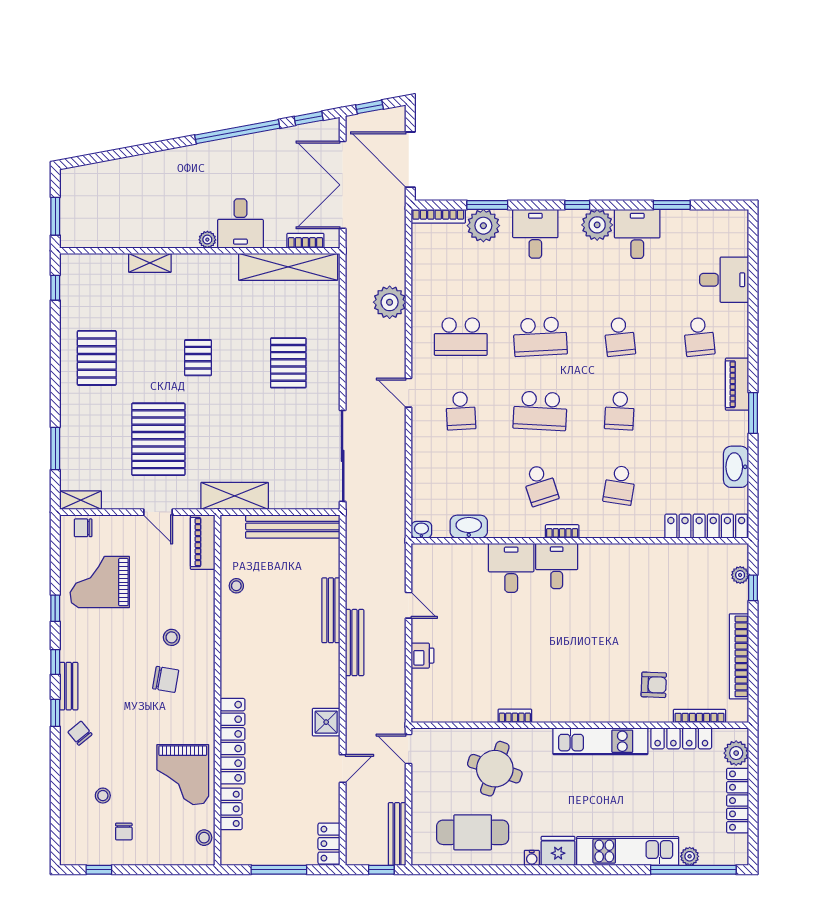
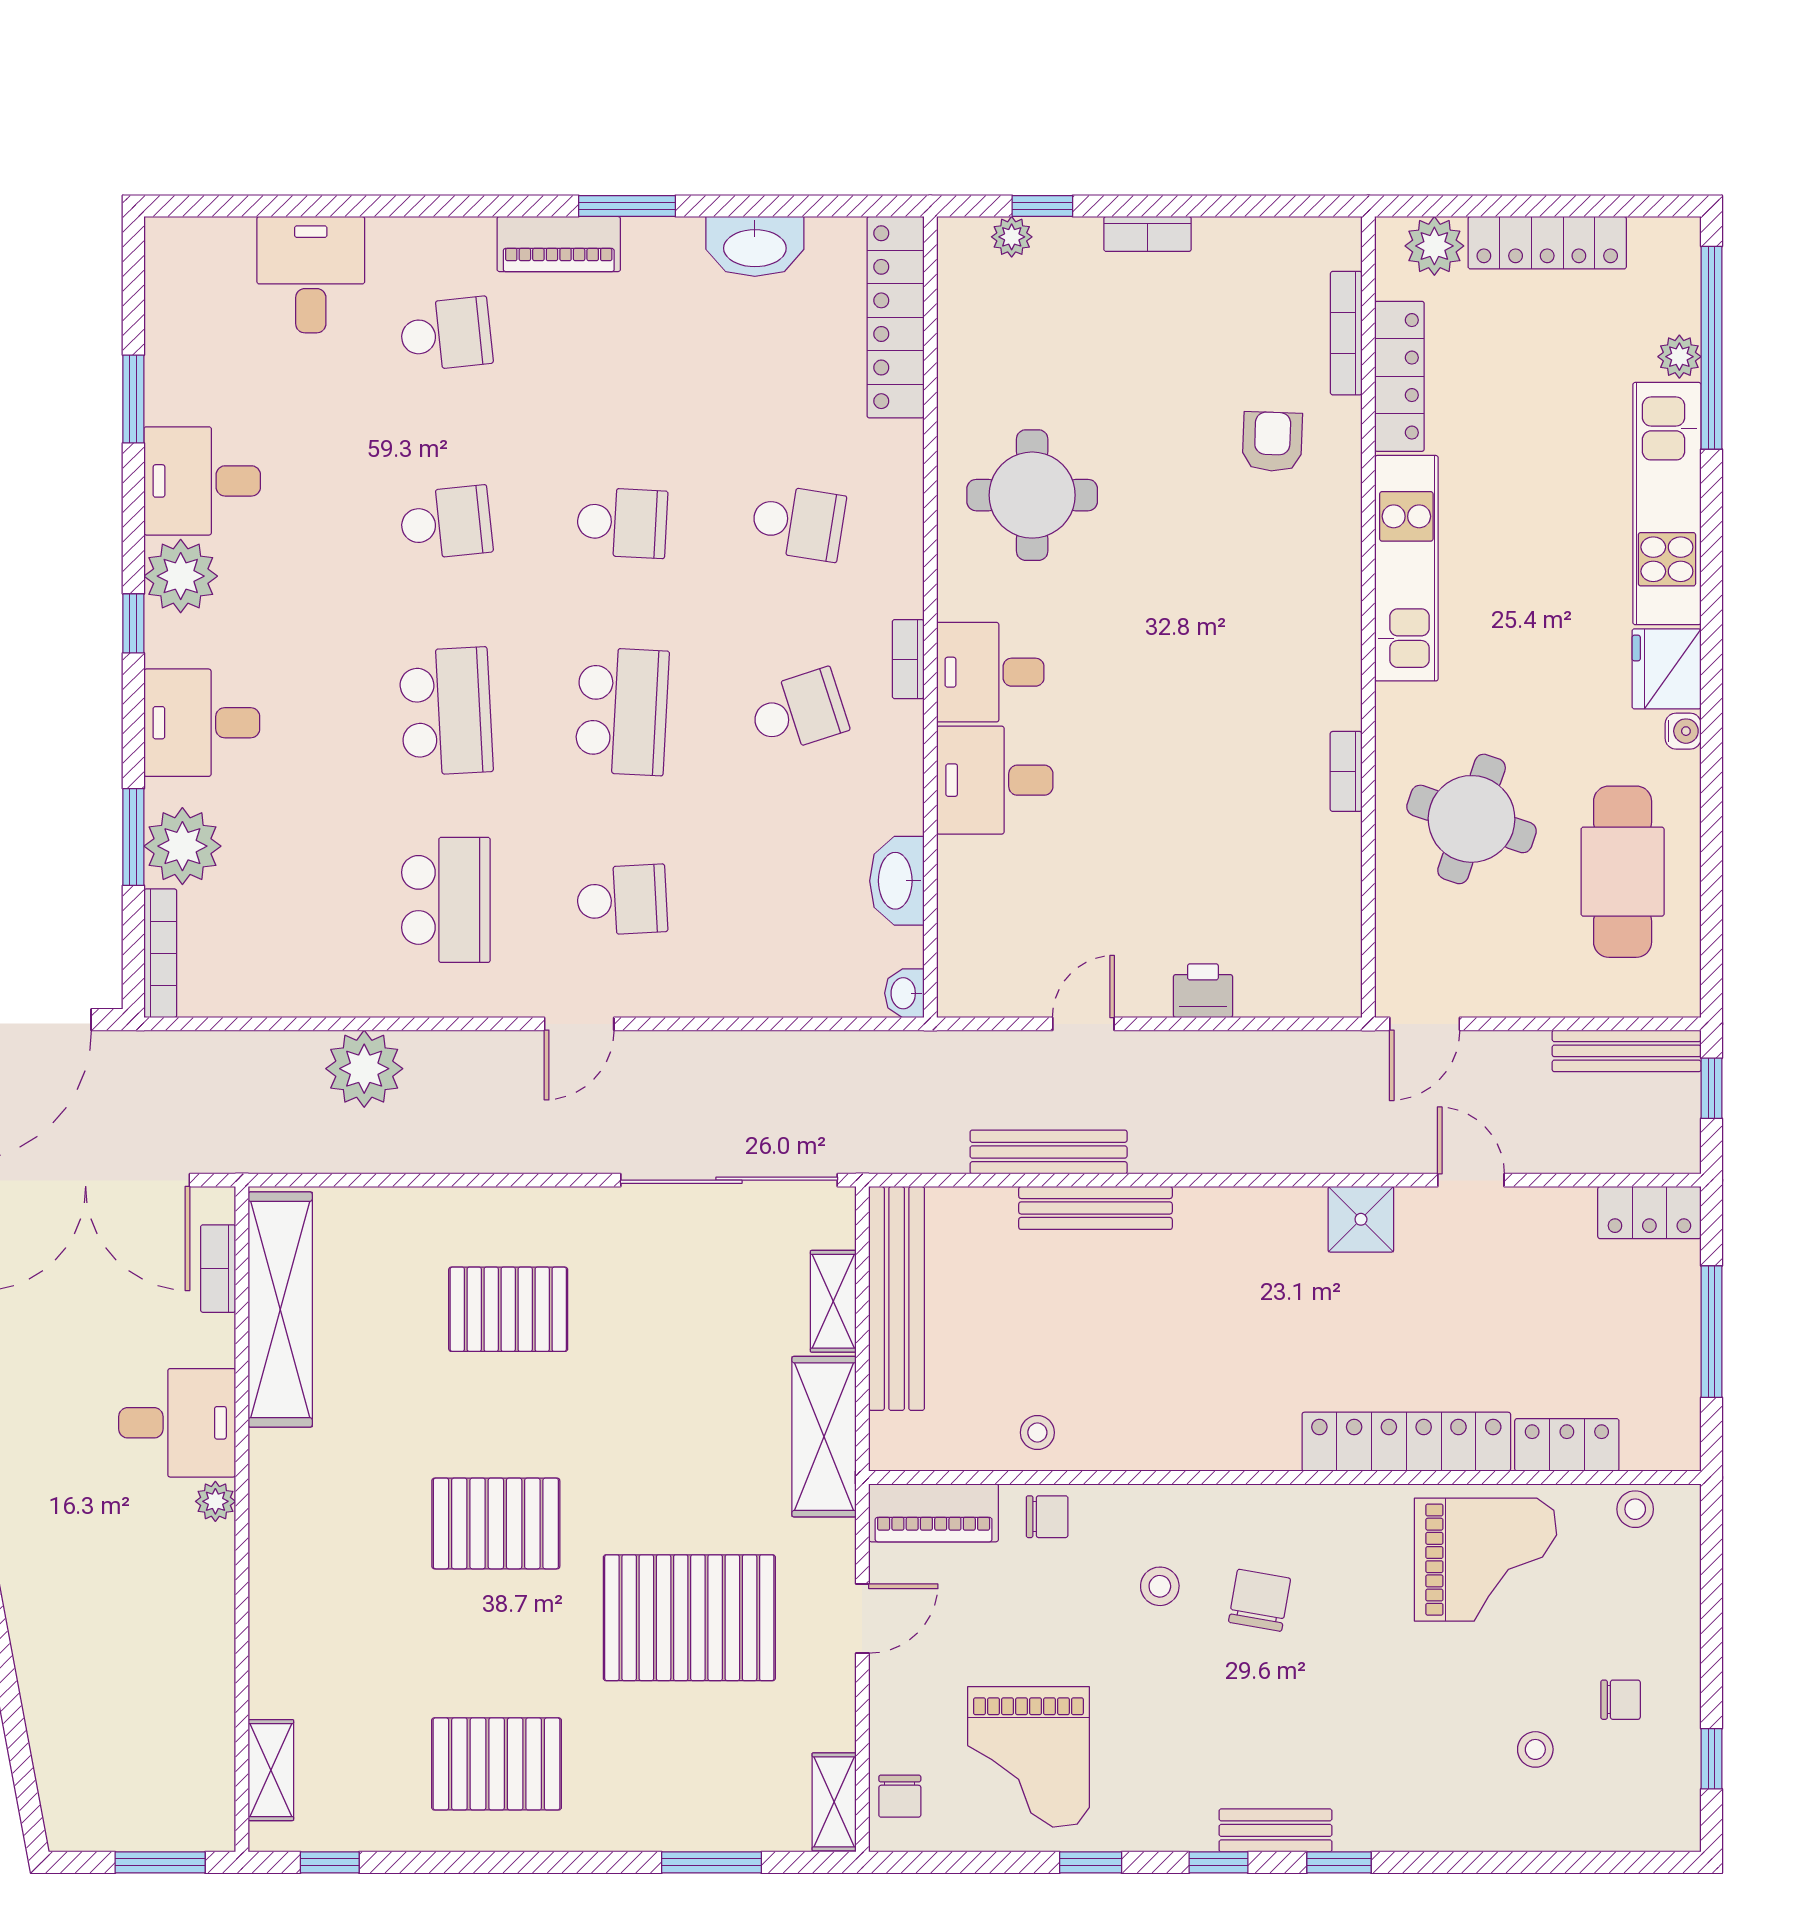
shelving: (150, 263) -> (271, 1770), moved
pallet: (198, 358) -> (496, 1523), width x1.50, depth x1.42
shelving: (292, 500) -> (833, 1301), added
round table: (631, 584) -> (1032, 495), added
bench: (355, 643) -> (1049, 1152), moved
bookcase: (739, 656) -> (1148, 234), width x0.43, depth x0.76
chair: (80, 733) -> (1047, 1517), moved, turned -141

